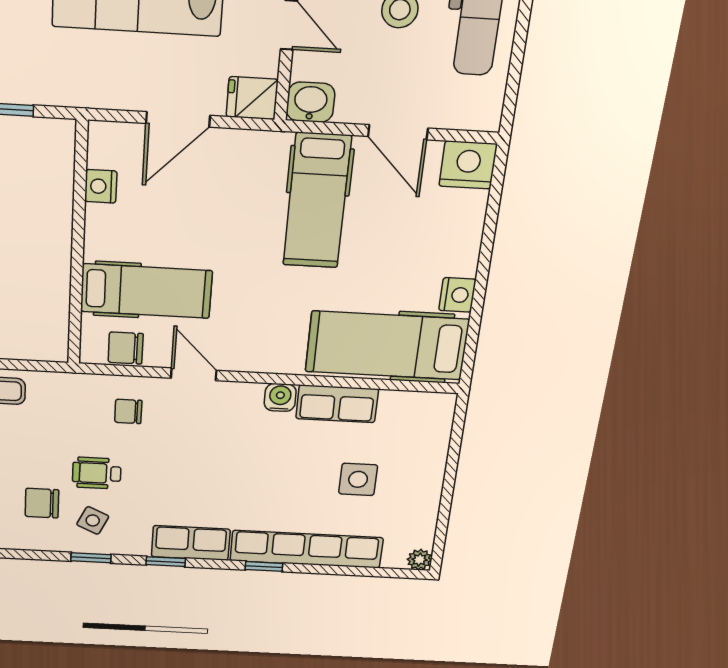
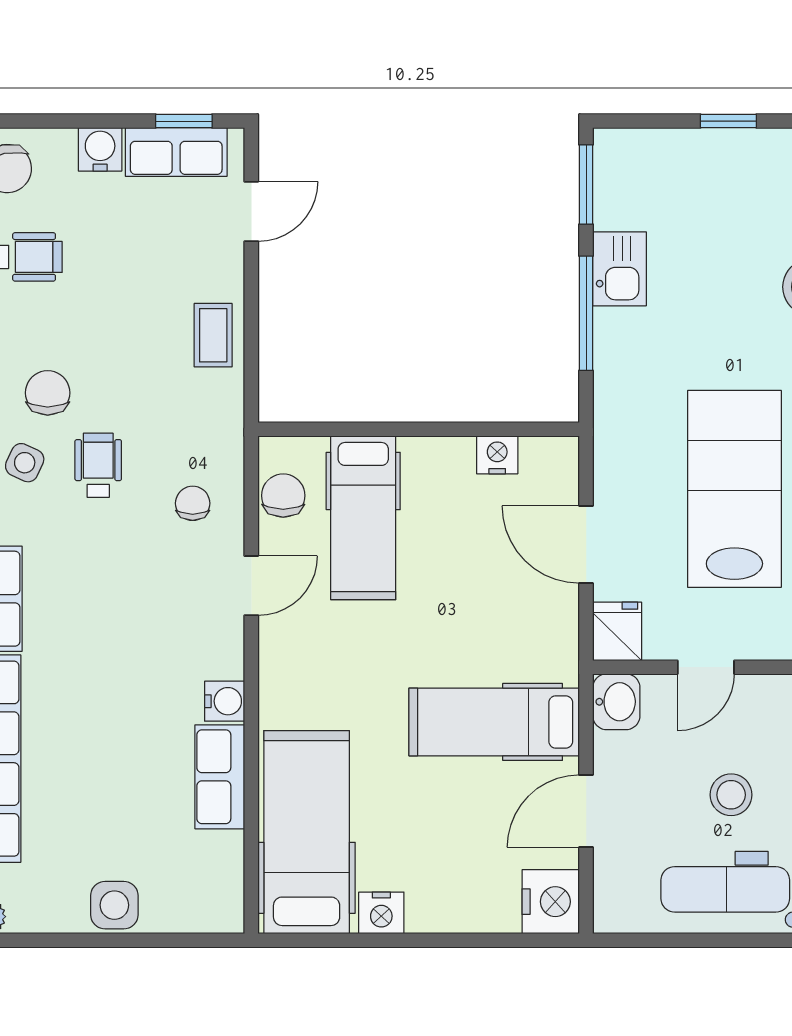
side table: (358, 479) -> (114, 905), moved

